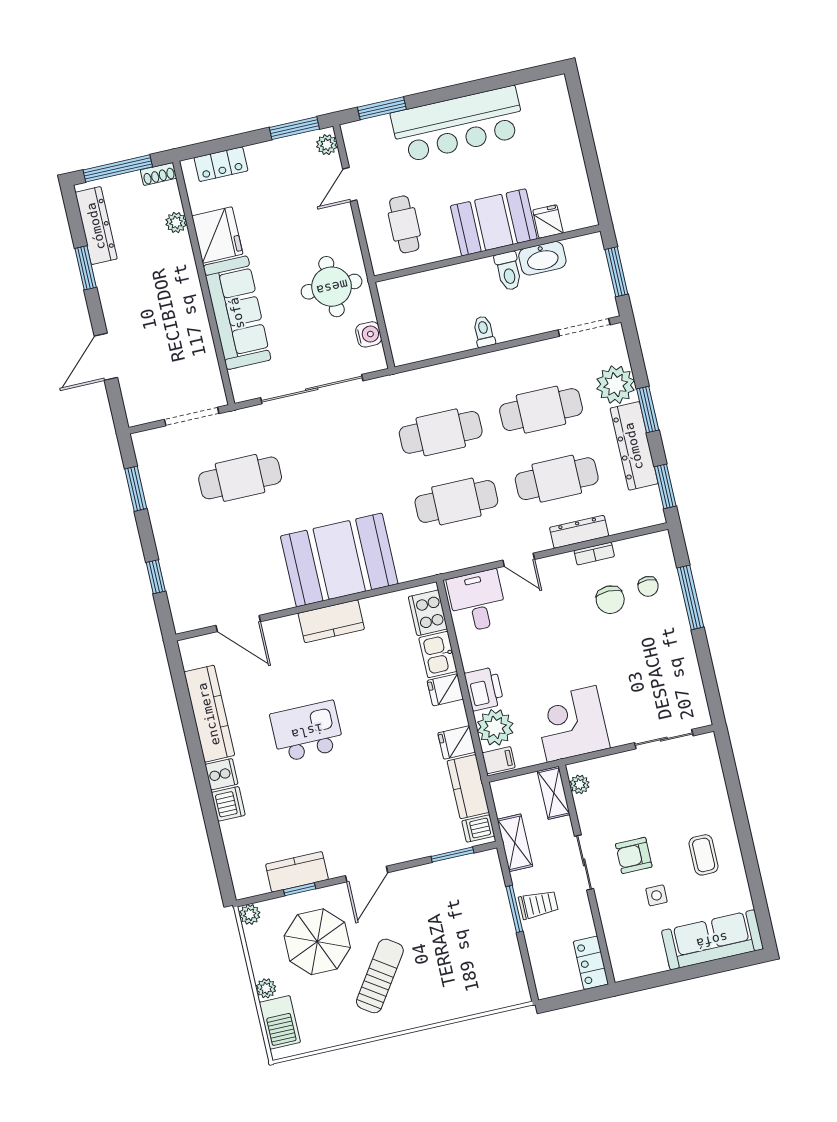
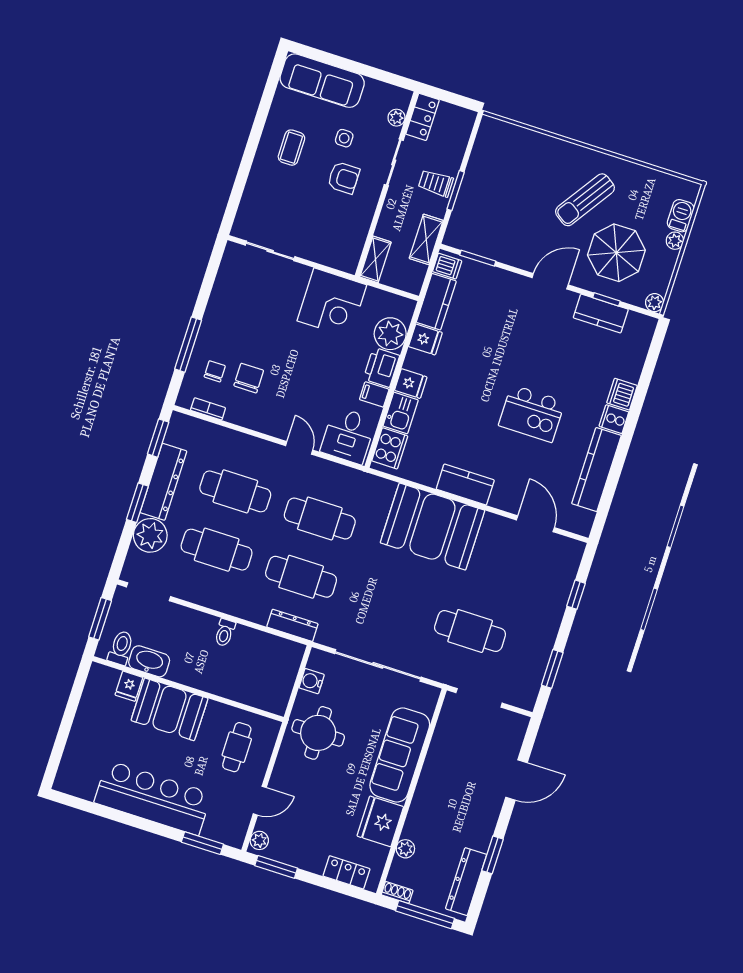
toilet: (508, 271) -> (121, 648), moved
dresser: (579, 532) -> (292, 625), moved, turned 180
bookcase: (594, 554) -> (208, 409), moved
filing cabinet: (499, 760) -> (374, 394), moved
plant: (579, 784) -> (397, 118), moved
sliding door: (584, 862) -> (394, 162), moved
barbecue: (280, 1022) -> (681, 216), width x0.73, depth x0.79

